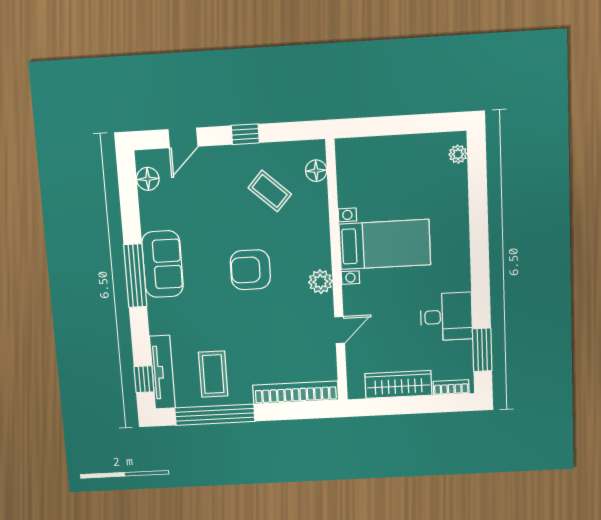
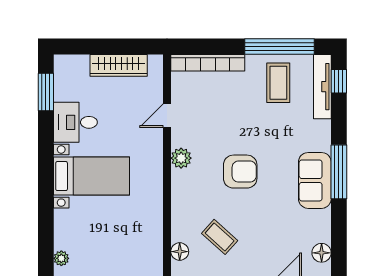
bed with nightstands: (385, 244) -> (91, 176), moved, turned 180
bookcase: (451, 387) -> (73, 60), removed

